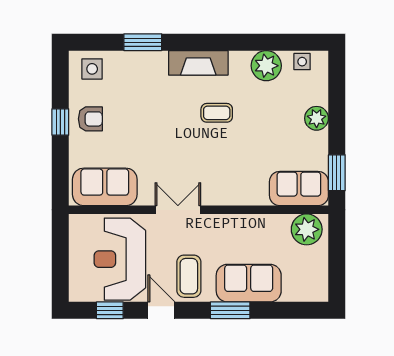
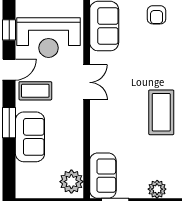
coffee table: (217, 113) -> (161, 112), width x1.86, depth x1.72
reception desk: (120, 259) -> (49, 38), turned 180

